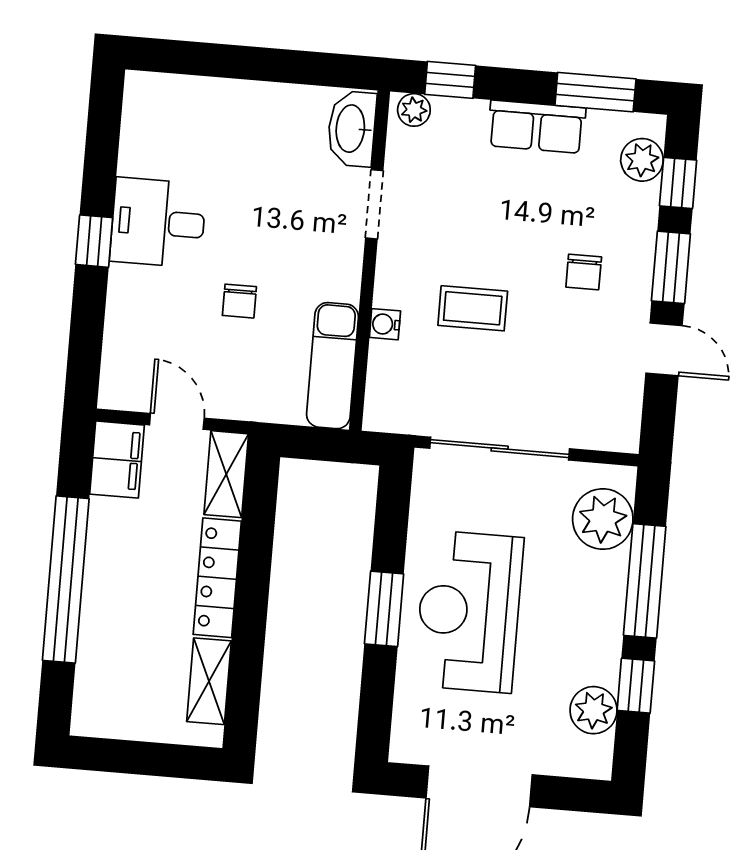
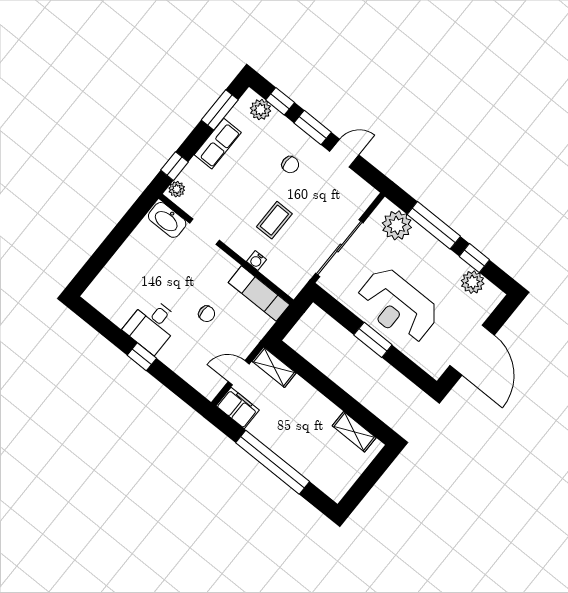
locker: (217, 578) -> (314, 400), removed

